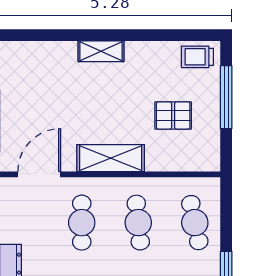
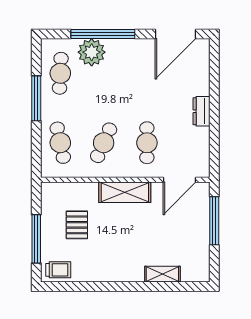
shelving: (101, 51) -> (162, 274), moved
pallet: (173, 115) -> (77, 225), turned 90
cafe table: (138, 223) -> (104, 143), turned 30

